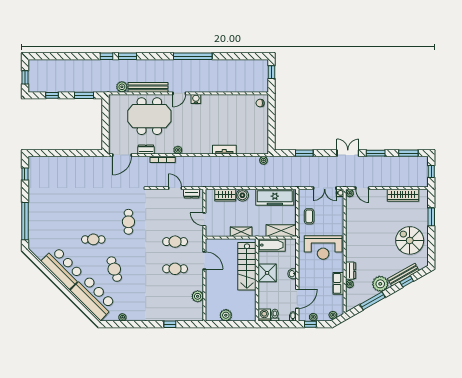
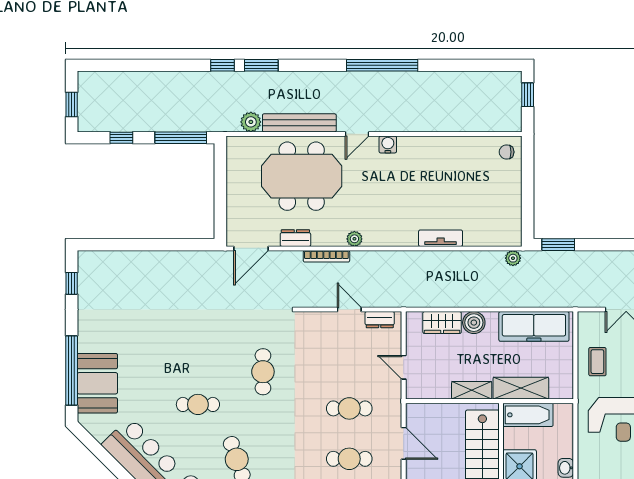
window: (84, 95) -> (181, 138), width x1.44
window: (304, 153) -> (558, 245), moved
booth: (39, 228) -> (97, 383), added
shelving: (281, 231) -> (521, 388), moved

